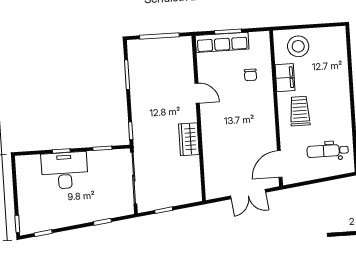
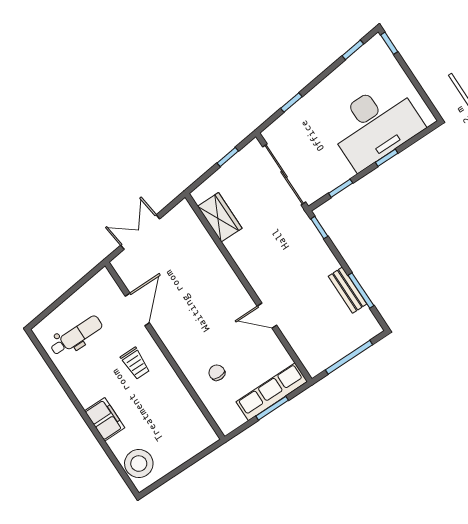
stool: (298, 46) -> (139, 464), moved
filing cabinet: (285, 78) -> (105, 419), moved, turned 180
bench: (136, 80) -> (348, 290), added
trolley: (300, 111) -> (135, 363), width x0.73, depth x0.72
wardrobe: (189, 139) -> (220, 217), moved
door: (280, 164) -> (137, 309), moved
desk: (65, 170) -> (375, 125), width x1.36, depth x1.30

